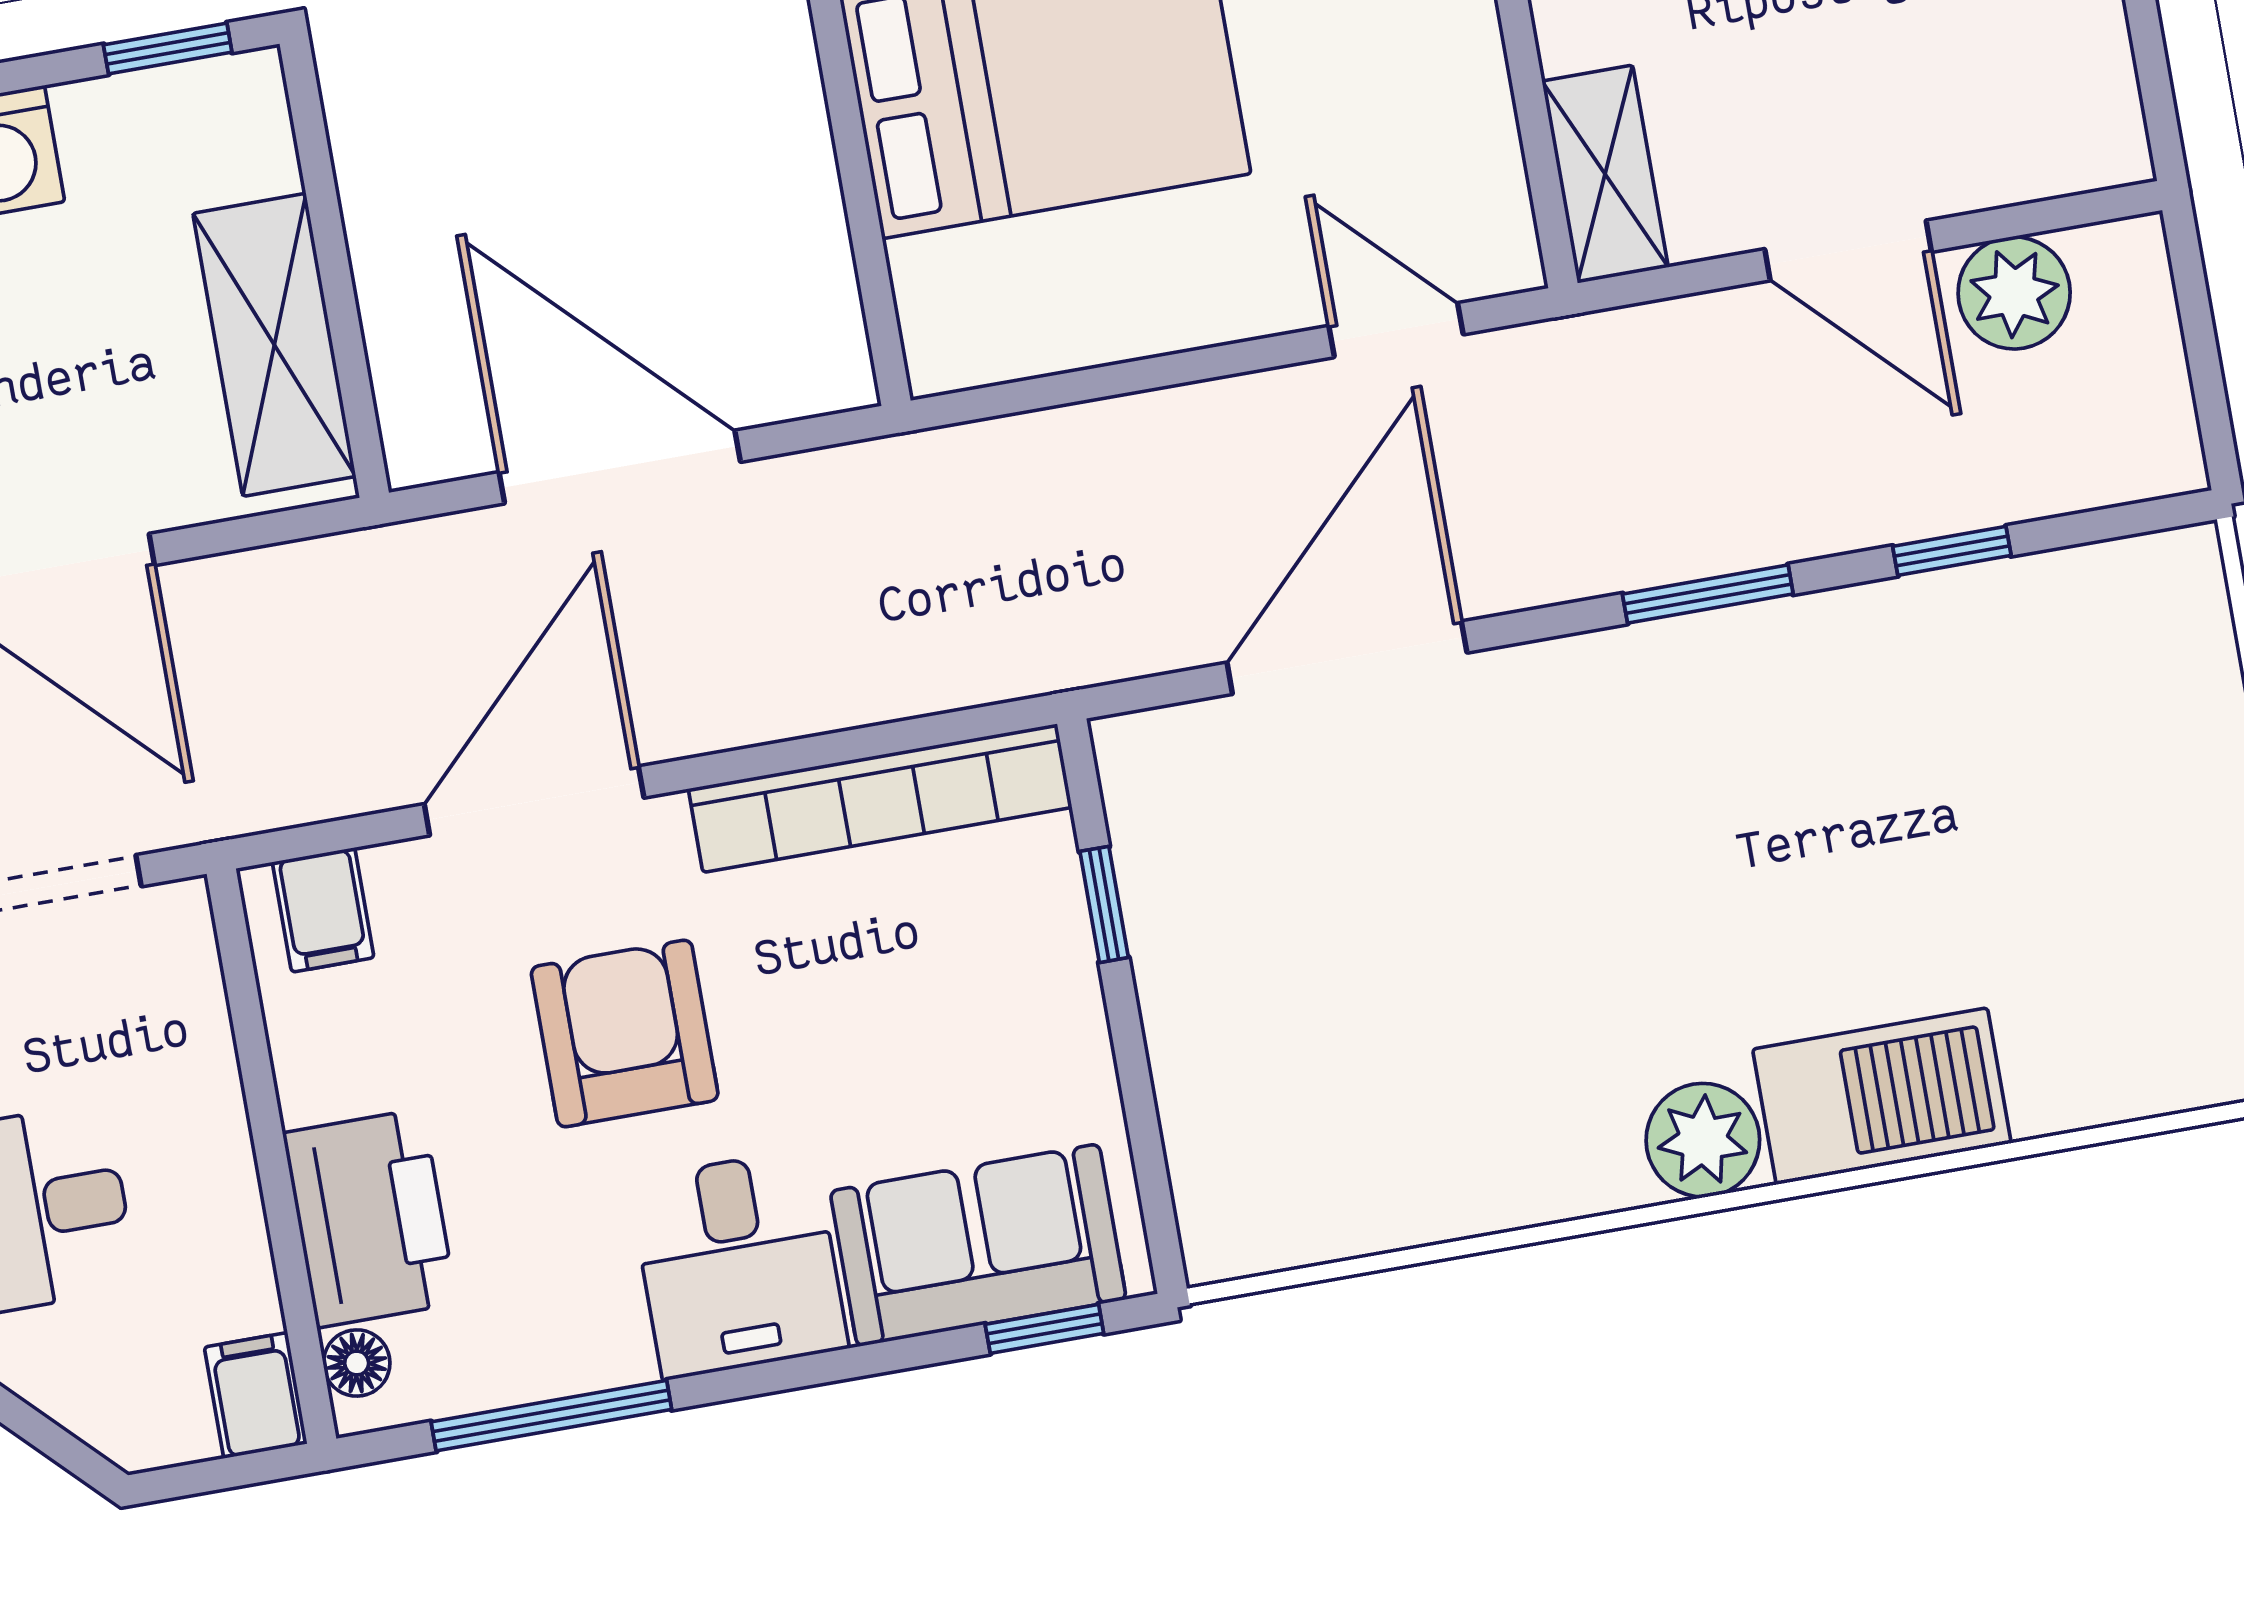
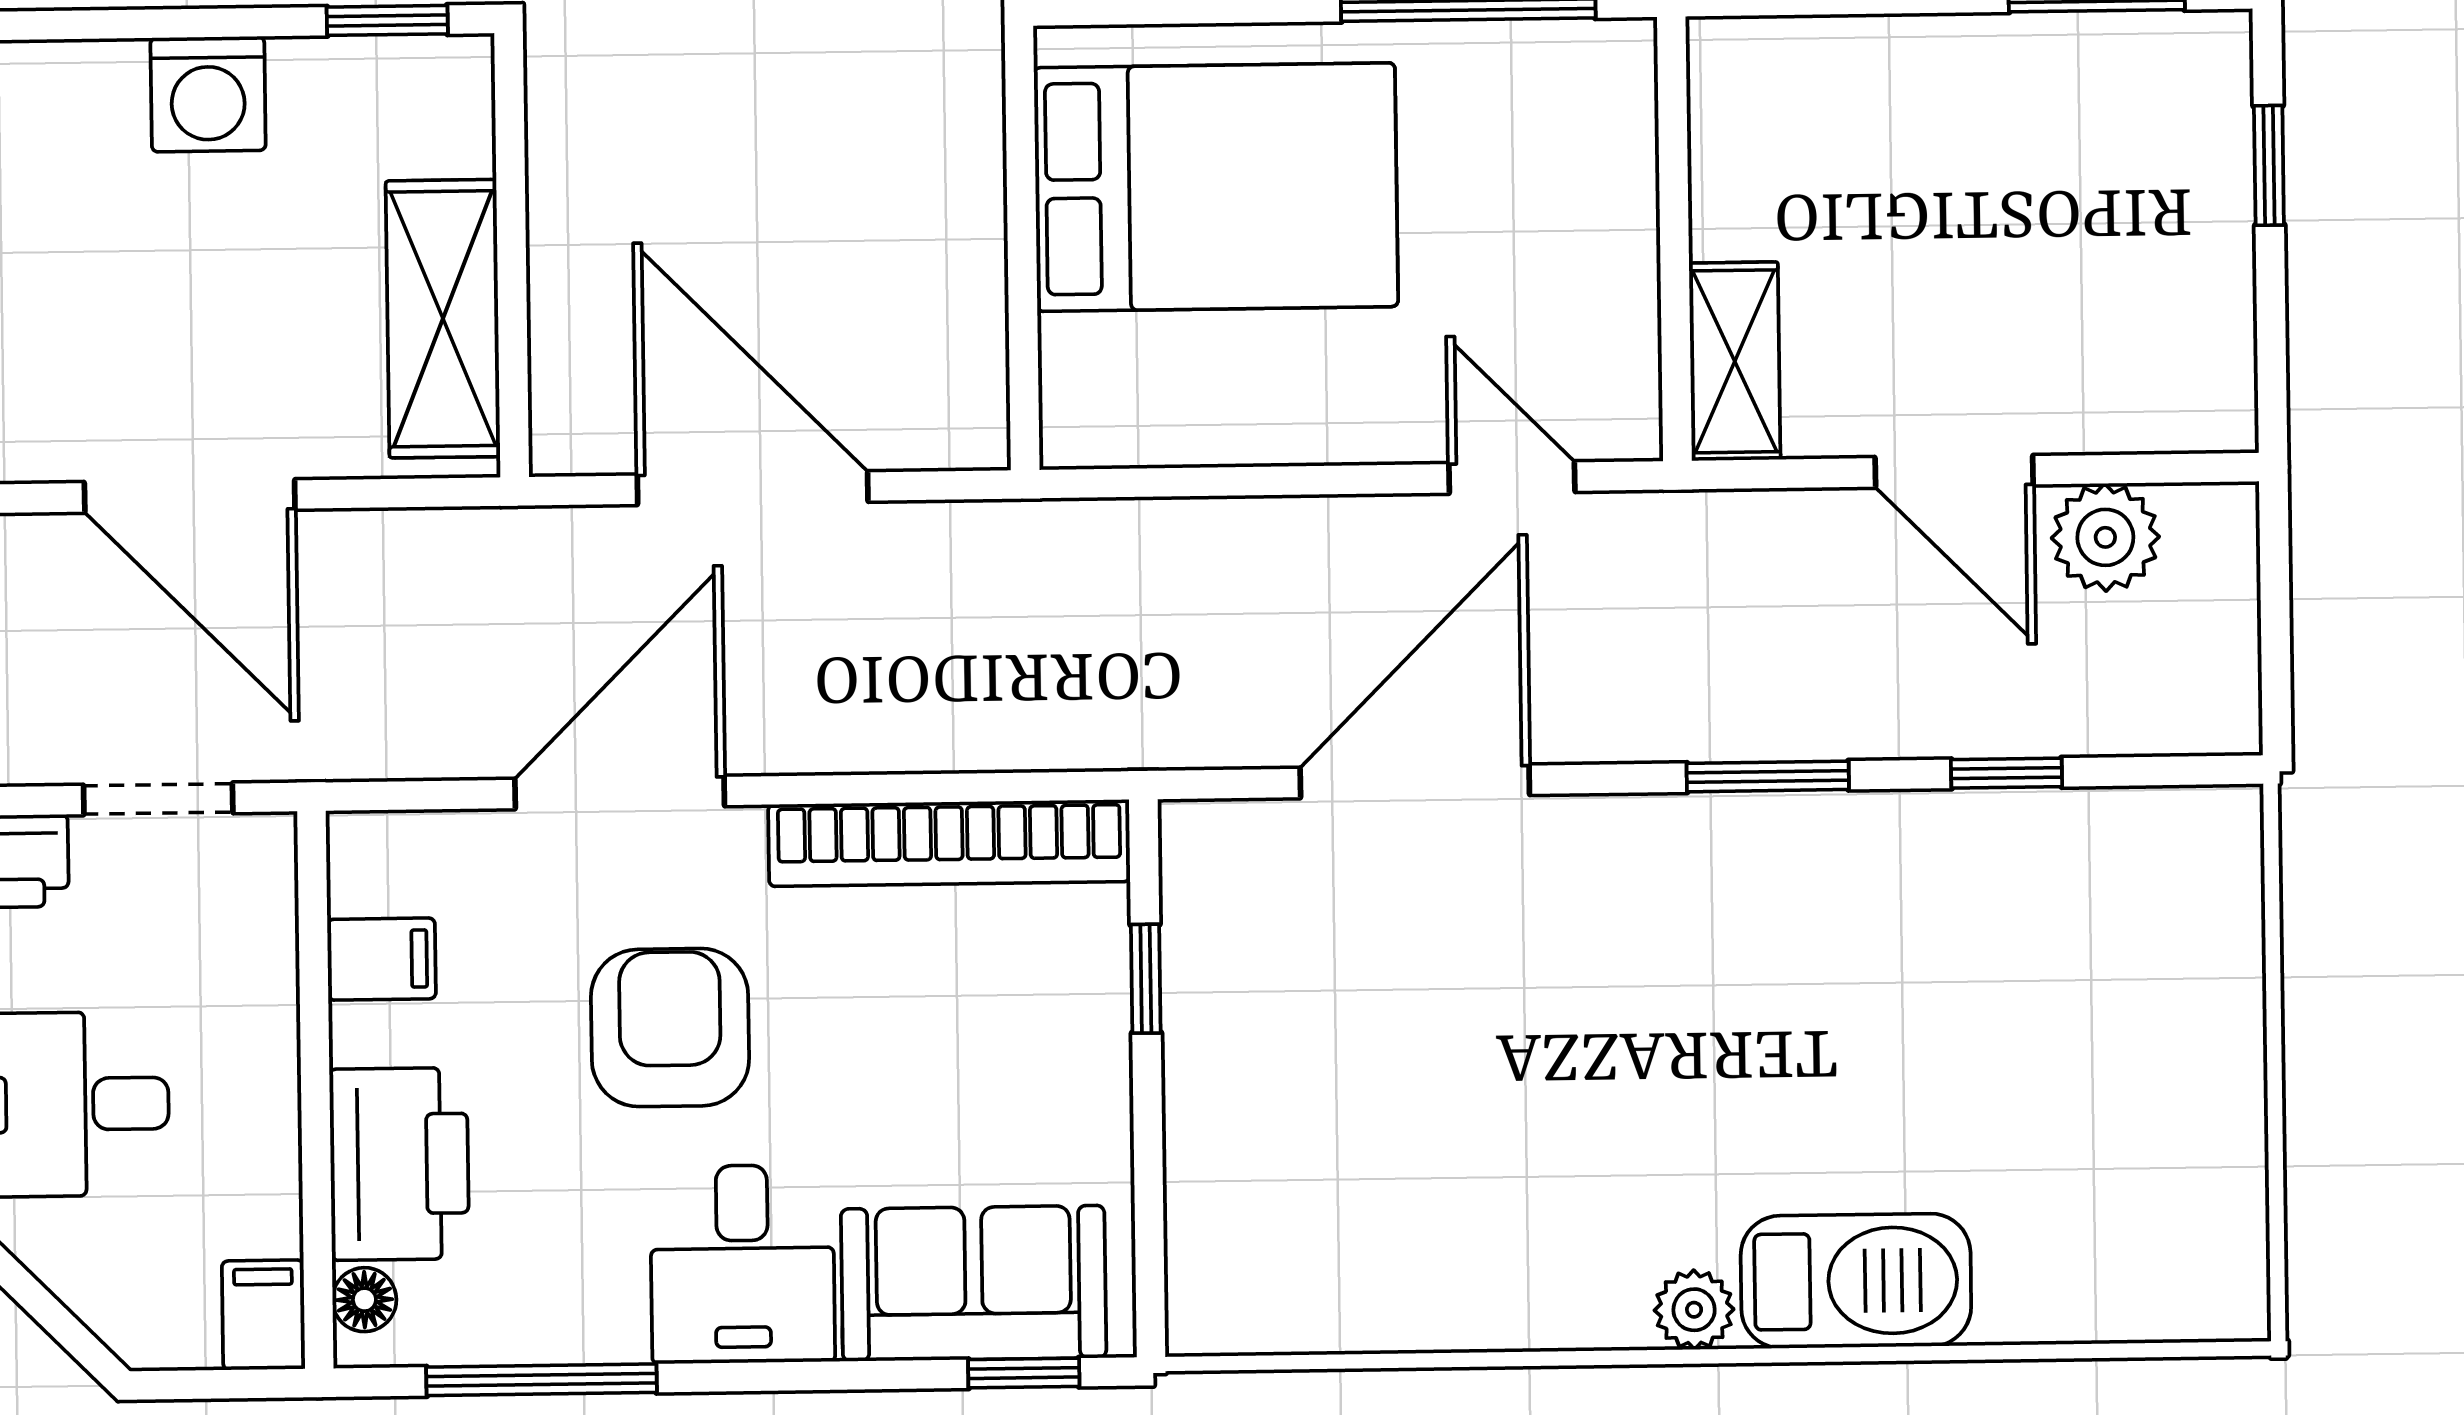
filing cabinet: (323, 910) -> (382, 959), moved, turned -90
plant: (1703, 1140) -> (1694, 1310), width x0.73, depth x0.73

